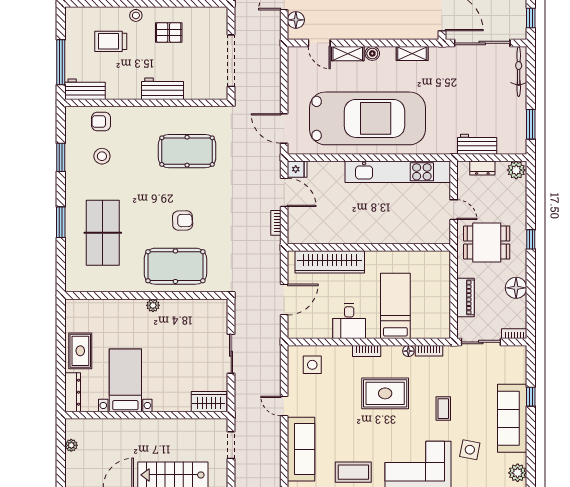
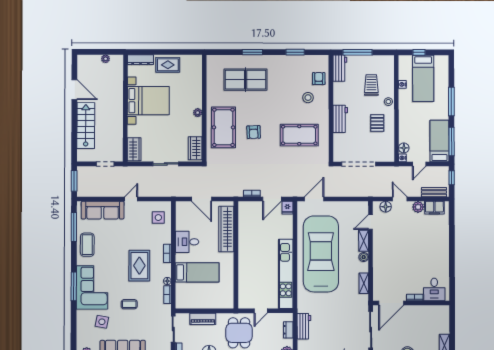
car: (368, 118) -> (321, 254), turned 180
pool table: (187, 151) -> (299, 135), turned 90
stool: (102, 156) -> (308, 98), moved
wardrobe: (207, 309) -> (195, 148), added
bed with nightstands: (125, 380) -> (148, 101), width x1.36

